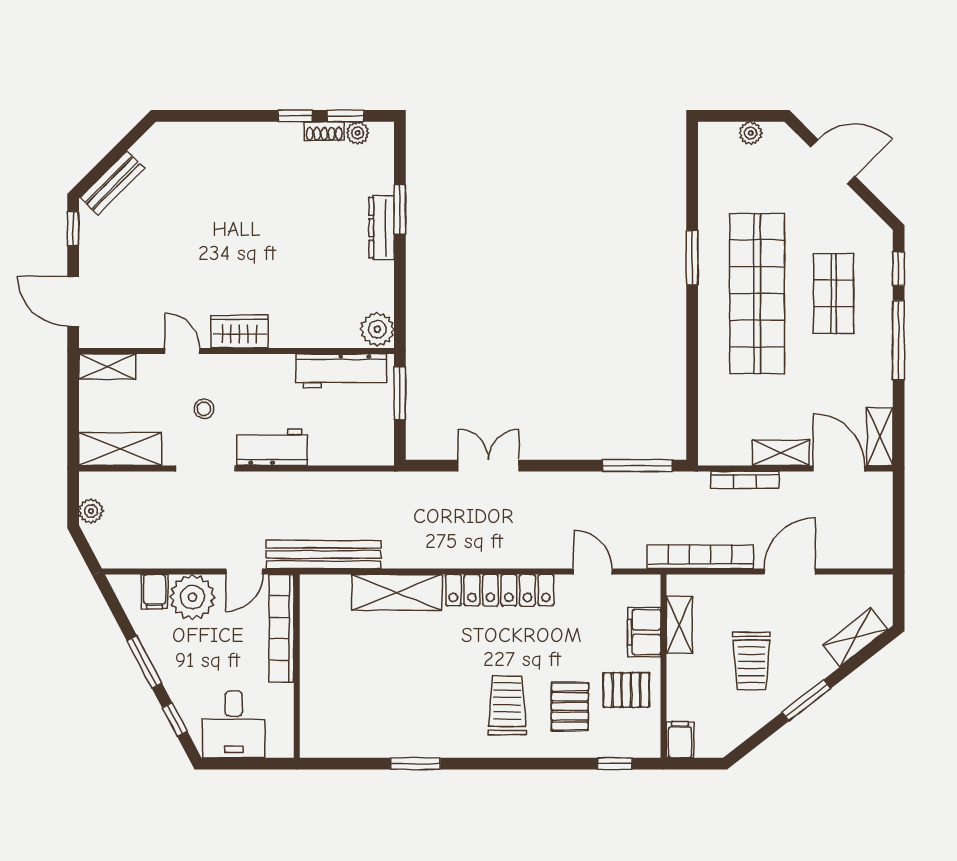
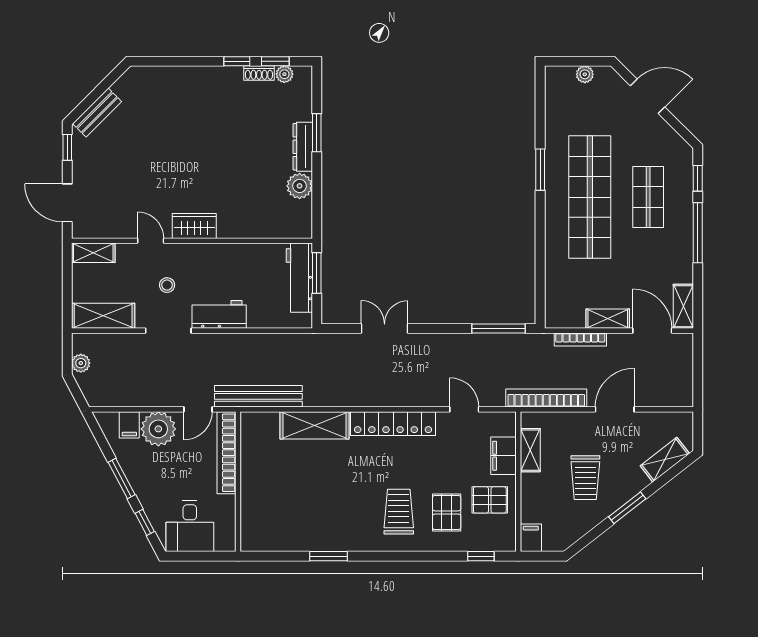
plant: (377, 329) -> (300, 186), moved
workbench: (341, 371) -> (299, 278), moved, turned 90

